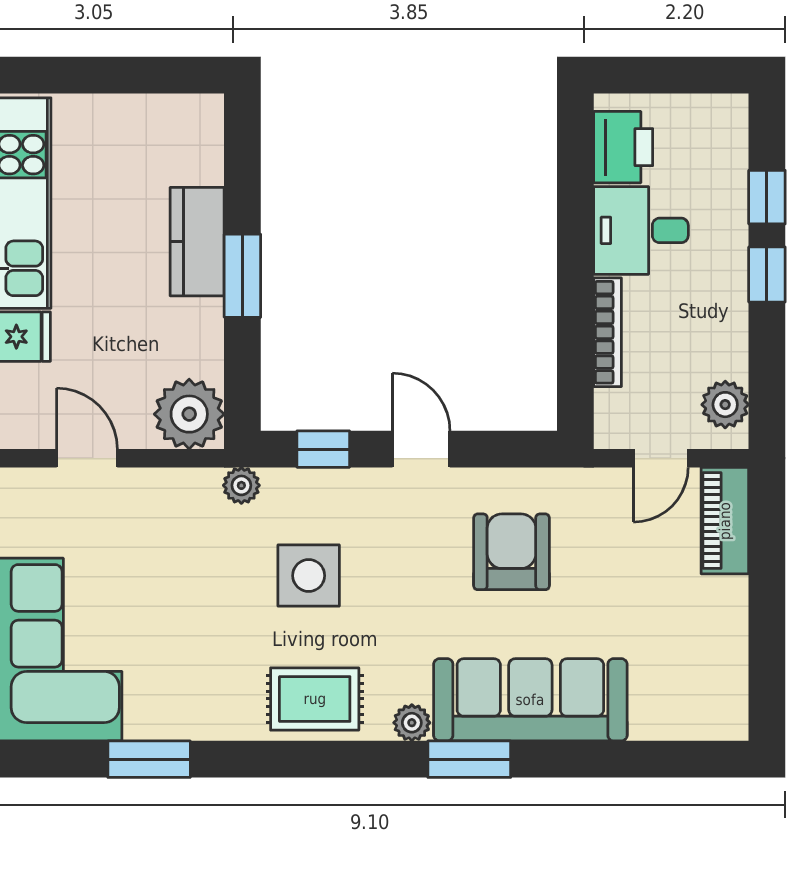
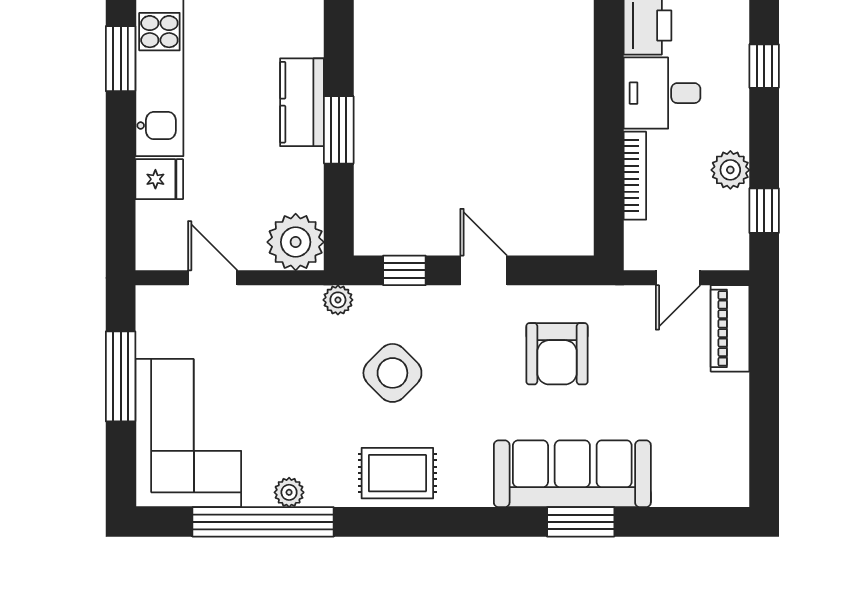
window: (767, 275) -> (764, 211), moved
plant: (725, 405) -> (730, 170), moved
armchair: (511, 552) -> (557, 354), turned 180
side table: (309, 576) -> (392, 373), turned 45
plant: (412, 723) -> (289, 492), moved
window: (149, 759) -> (263, 522), width x2.11
window: (469, 759) -> (581, 522), moved

